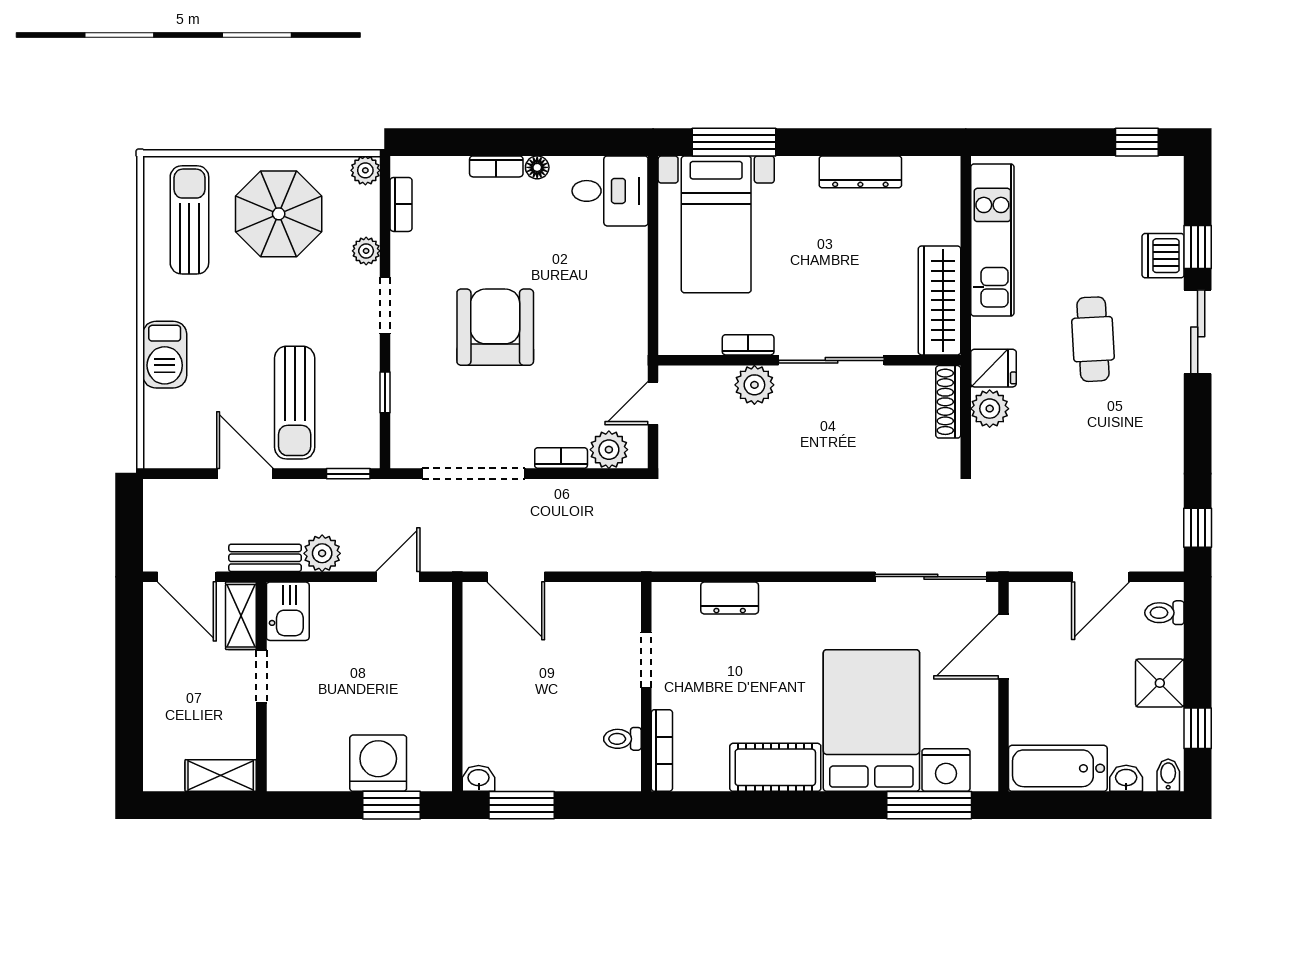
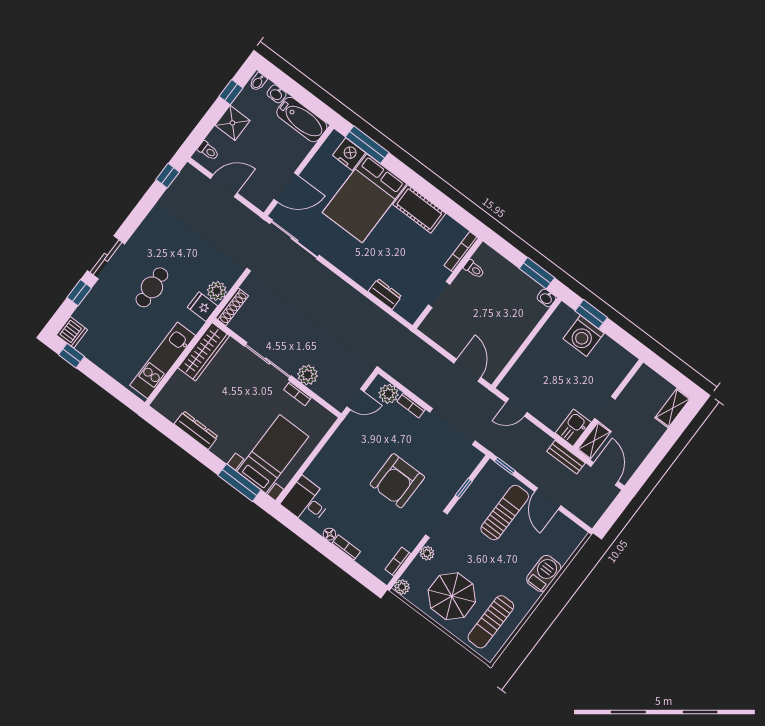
dishwasher: (1163, 256) -> (72, 332), moved
plant: (322, 553) -> (541, 441), removed
shelving: (221, 776) -> (673, 408), moved, turned 90

